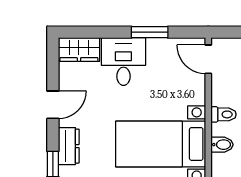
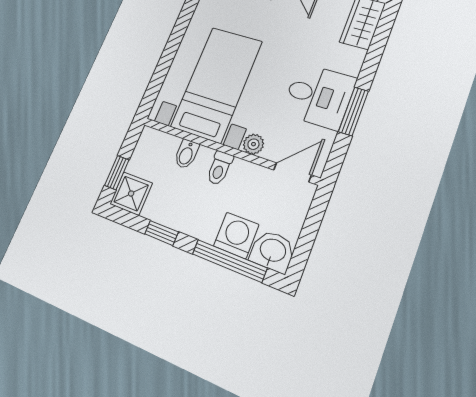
desk: (123, 61) -> (319, 96), moved
plant: (197, 96) -> (253, 144), added

